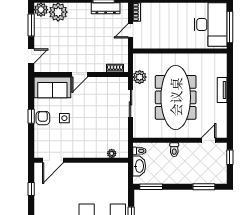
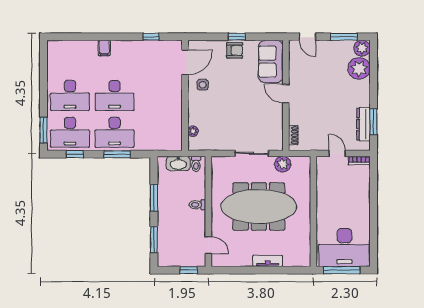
side table: (64, 118) -> (203, 85), moved
door: (53, 160) -> (185, 62), swing flipped
window: (151, 187) -> (154, 198), moved

